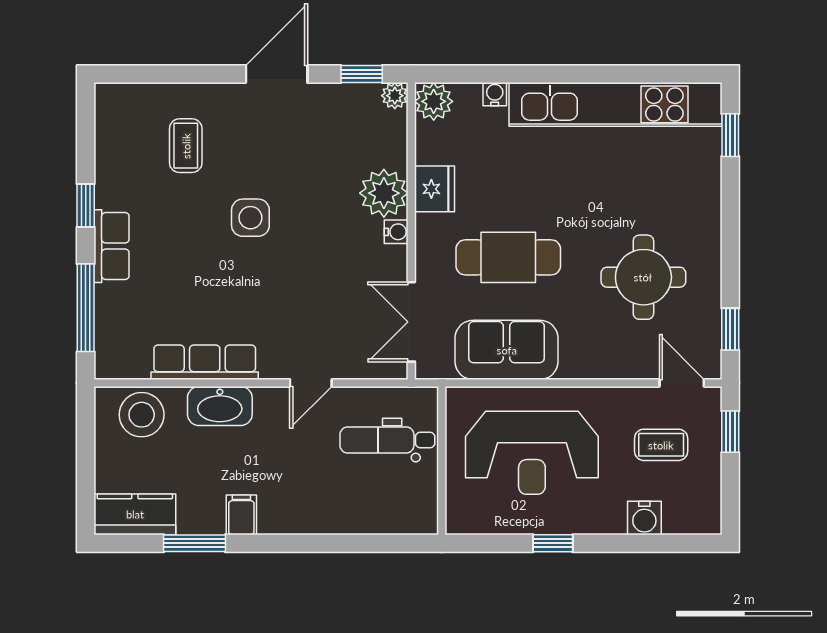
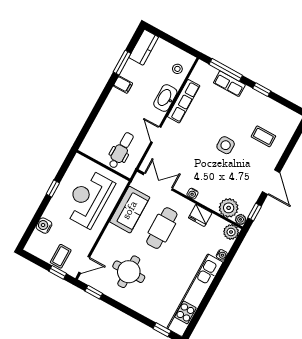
plant: (384, 193) -> (229, 208), moved
row of seats: (112, 246) -> (229, 84), moved
stool: (142, 415) -> (177, 69), width x0.53, depth x0.53
coffee table: (661, 445) -> (61, 256), moved

